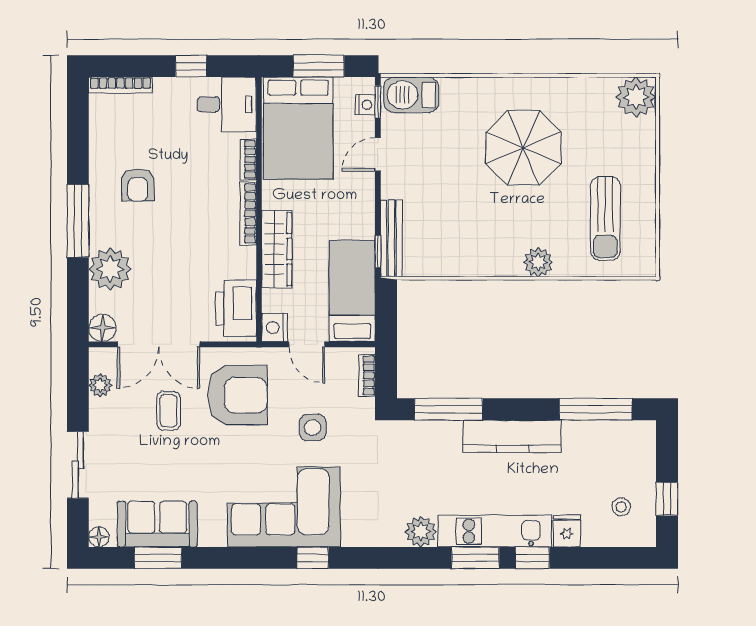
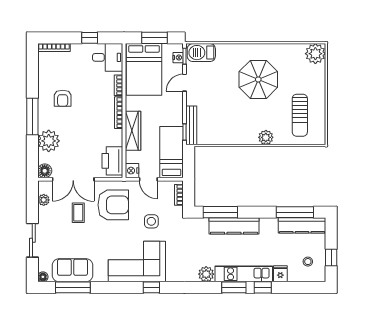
kitchen counter: (512, 436) -> (234, 226), moved
kitchen counter: (610, 436) -> (302, 225), added
window: (158, 558) -> (73, 287), width x1.44

